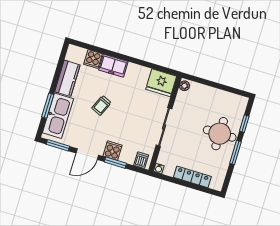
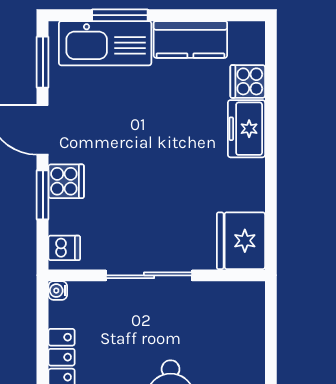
plant: (184, 86) -> (250, 292), removed
trolley: (102, 105) -> (155, 129), removed

